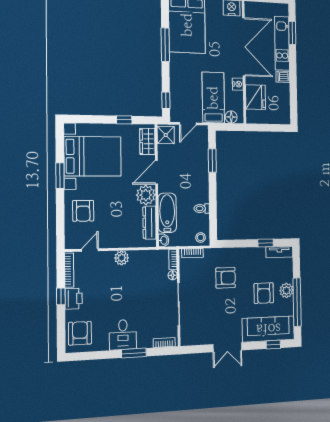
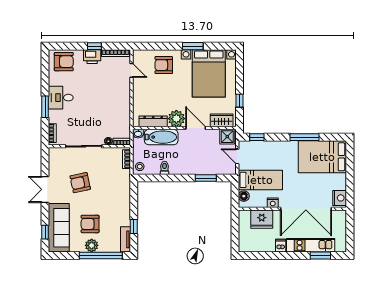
plant: (122, 258) -> (124, 97), removed
armchair: (226, 278) -> (80, 183), moved, turned 78
window: (297, 302) -> (101, 255), moved

